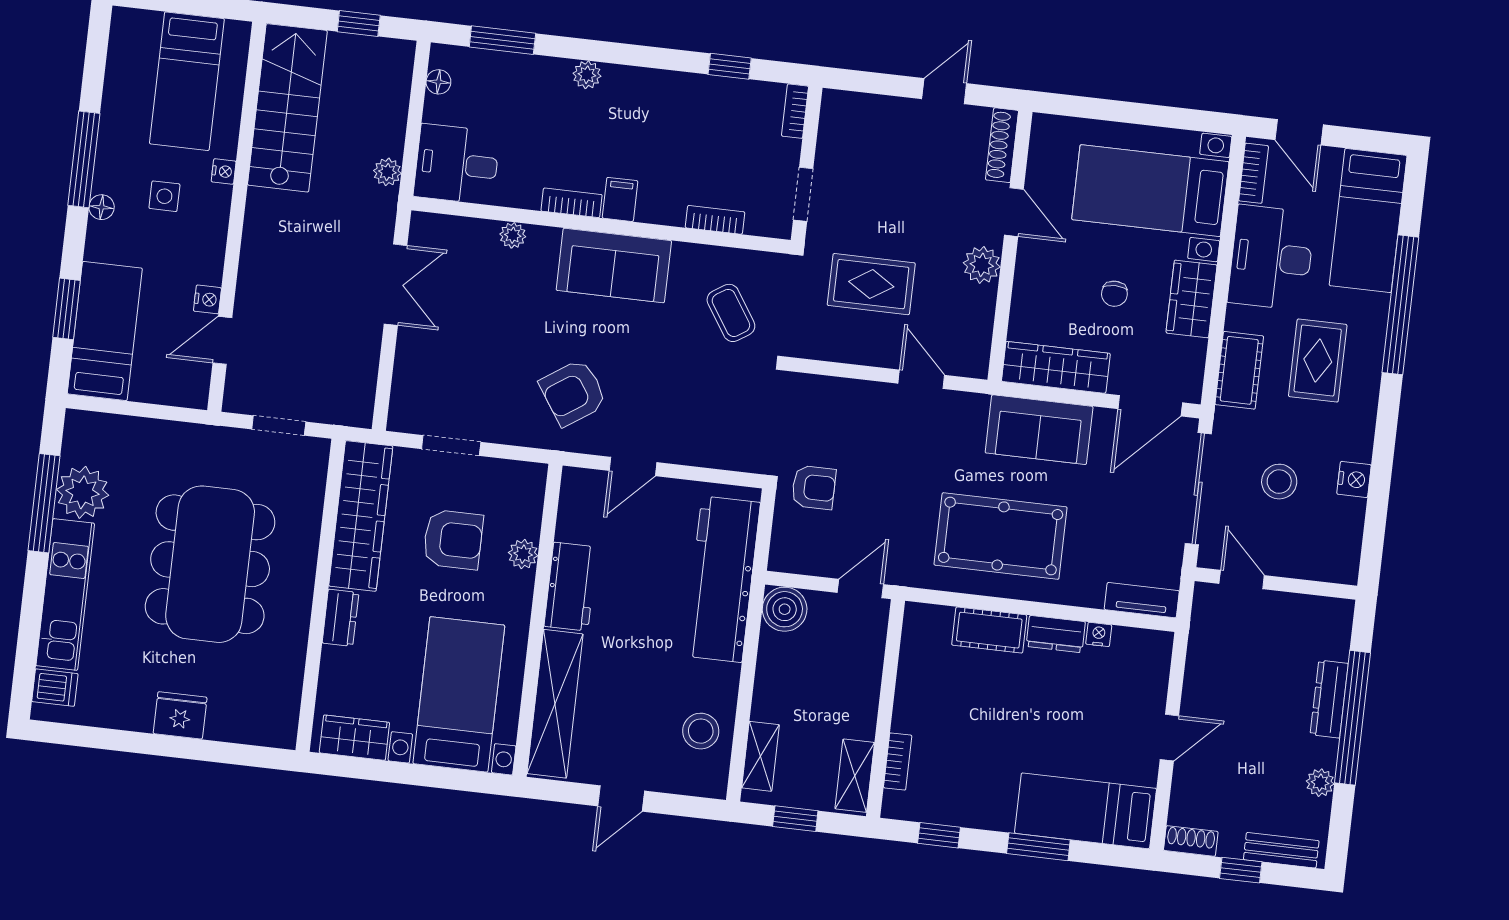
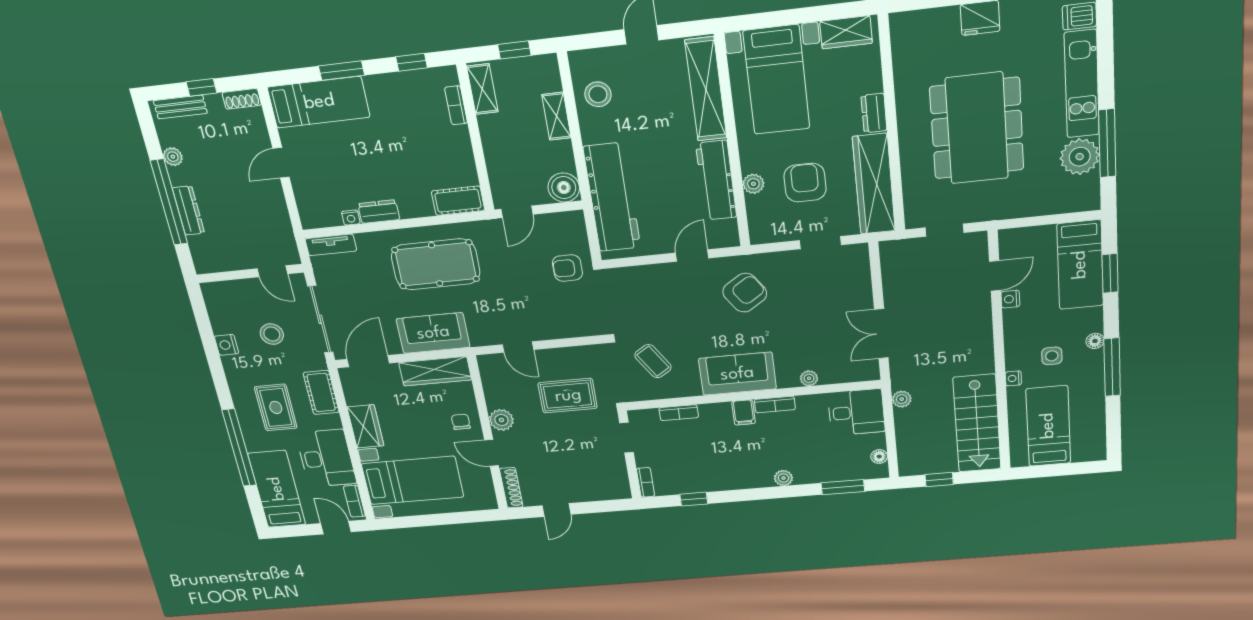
chair: (1114, 294) -> (461, 422), moved
armchair: (453, 540) -> (805, 183), turned 90
workbench: (571, 587) -> (716, 180), width x1.38
cot: (989, 630) -> (458, 201), moved
shelving: (760, 756) -> (556, 116), moved

